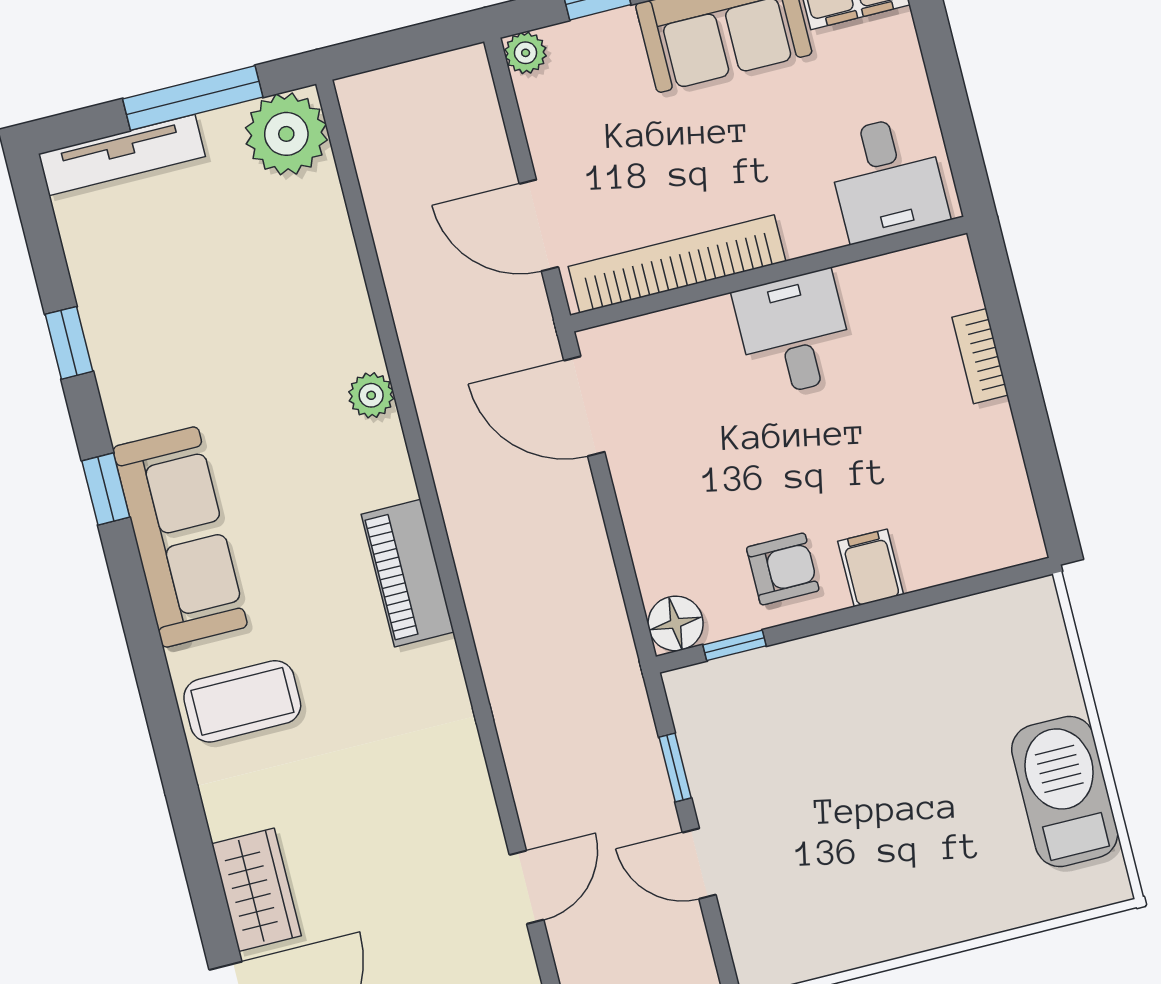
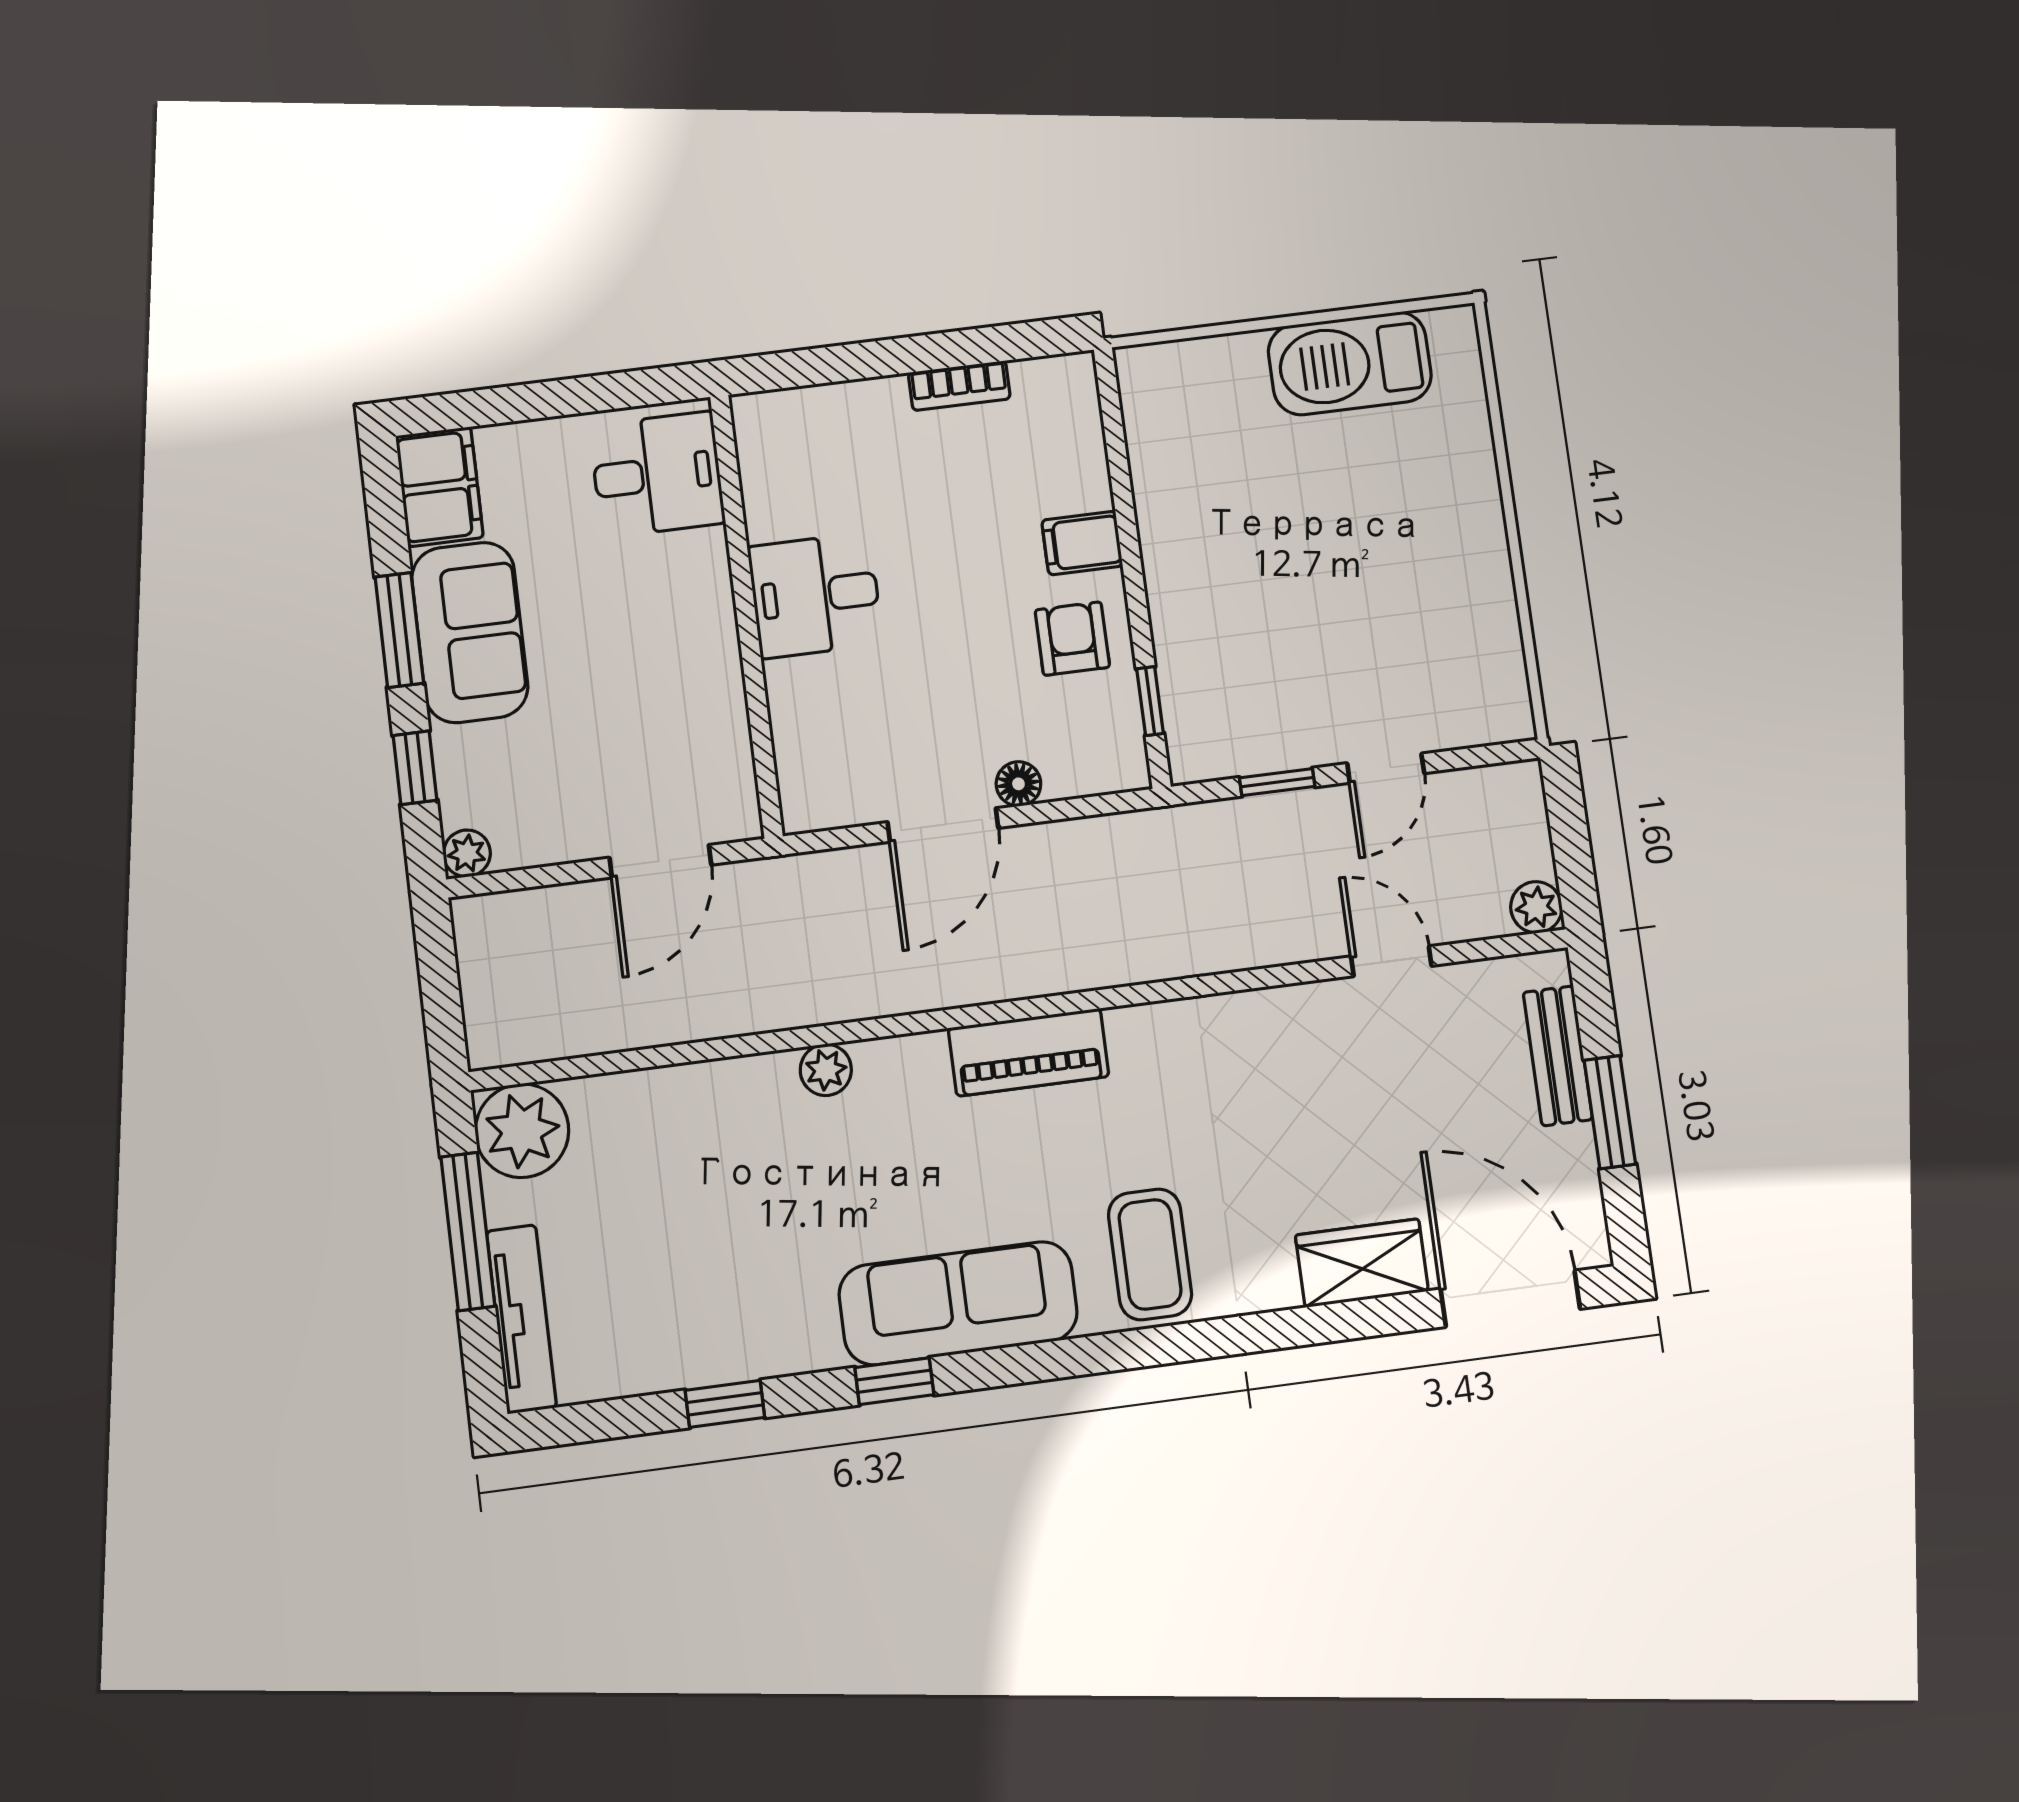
bookcase: (677, 264) -> (722, 714), removed
bookcase: (980, 356) -> (959, 386), moved
door: (584, 406) -> (943, 825), moved
floor lamp: (676, 623) -> (1018, 784), moved, width x0.73, depth x0.73

